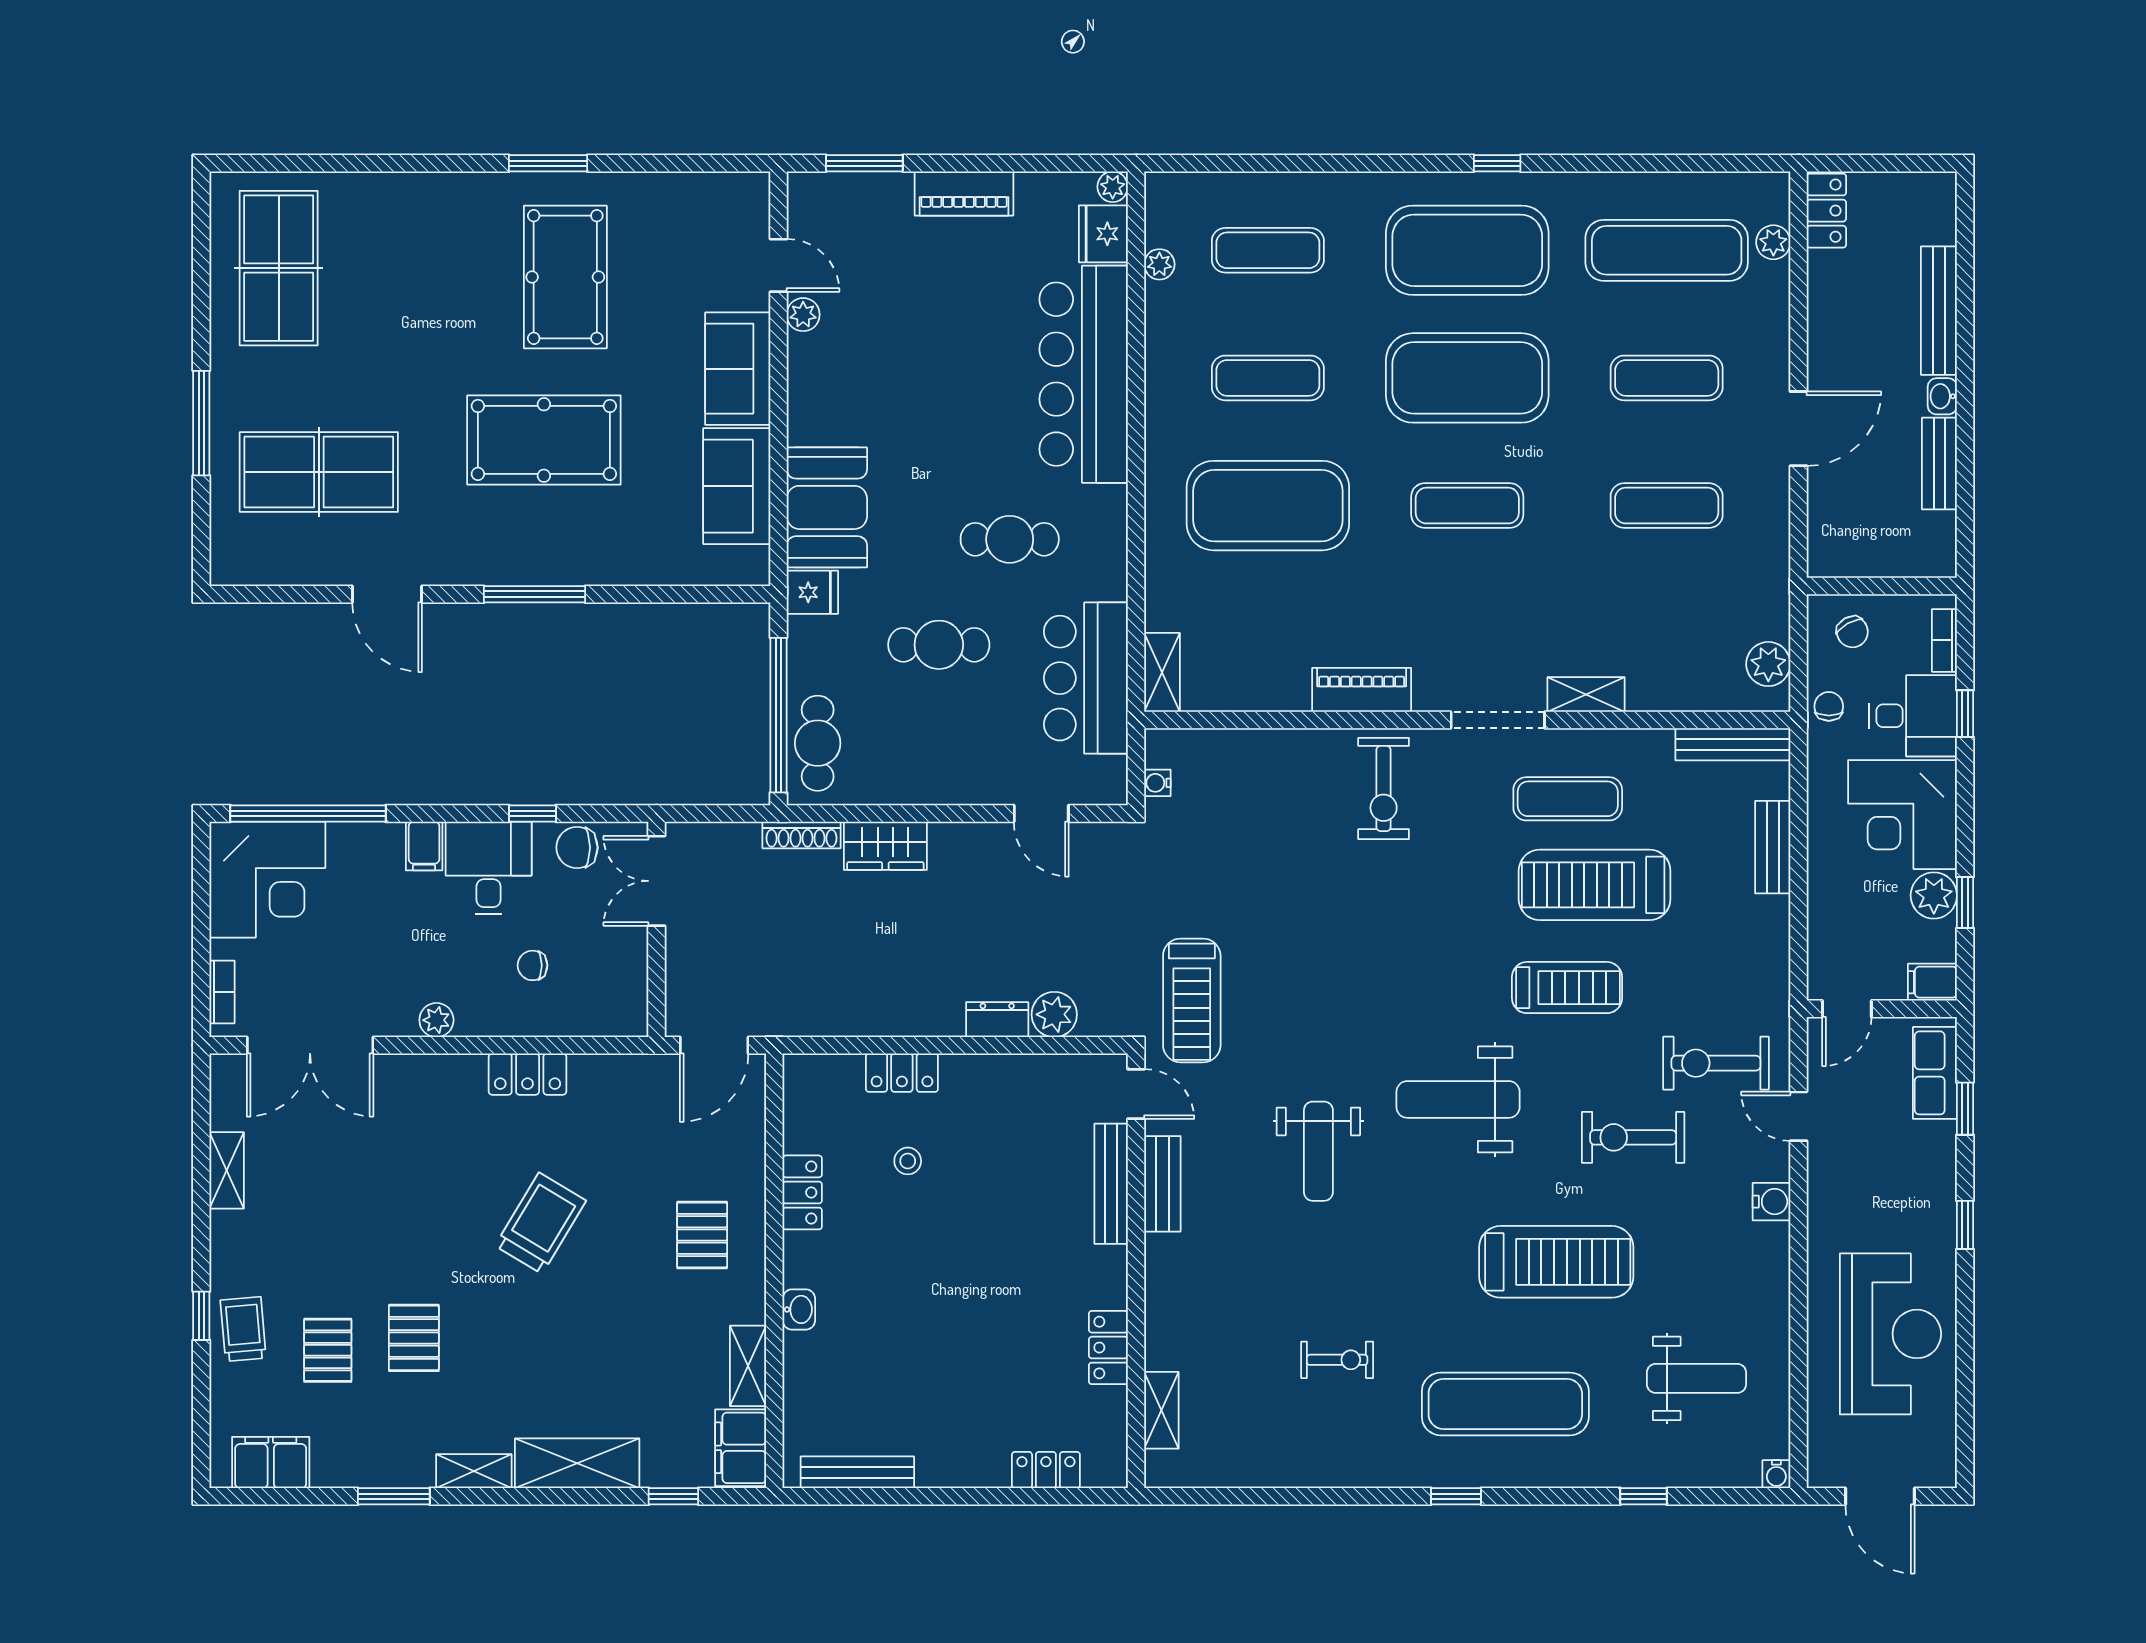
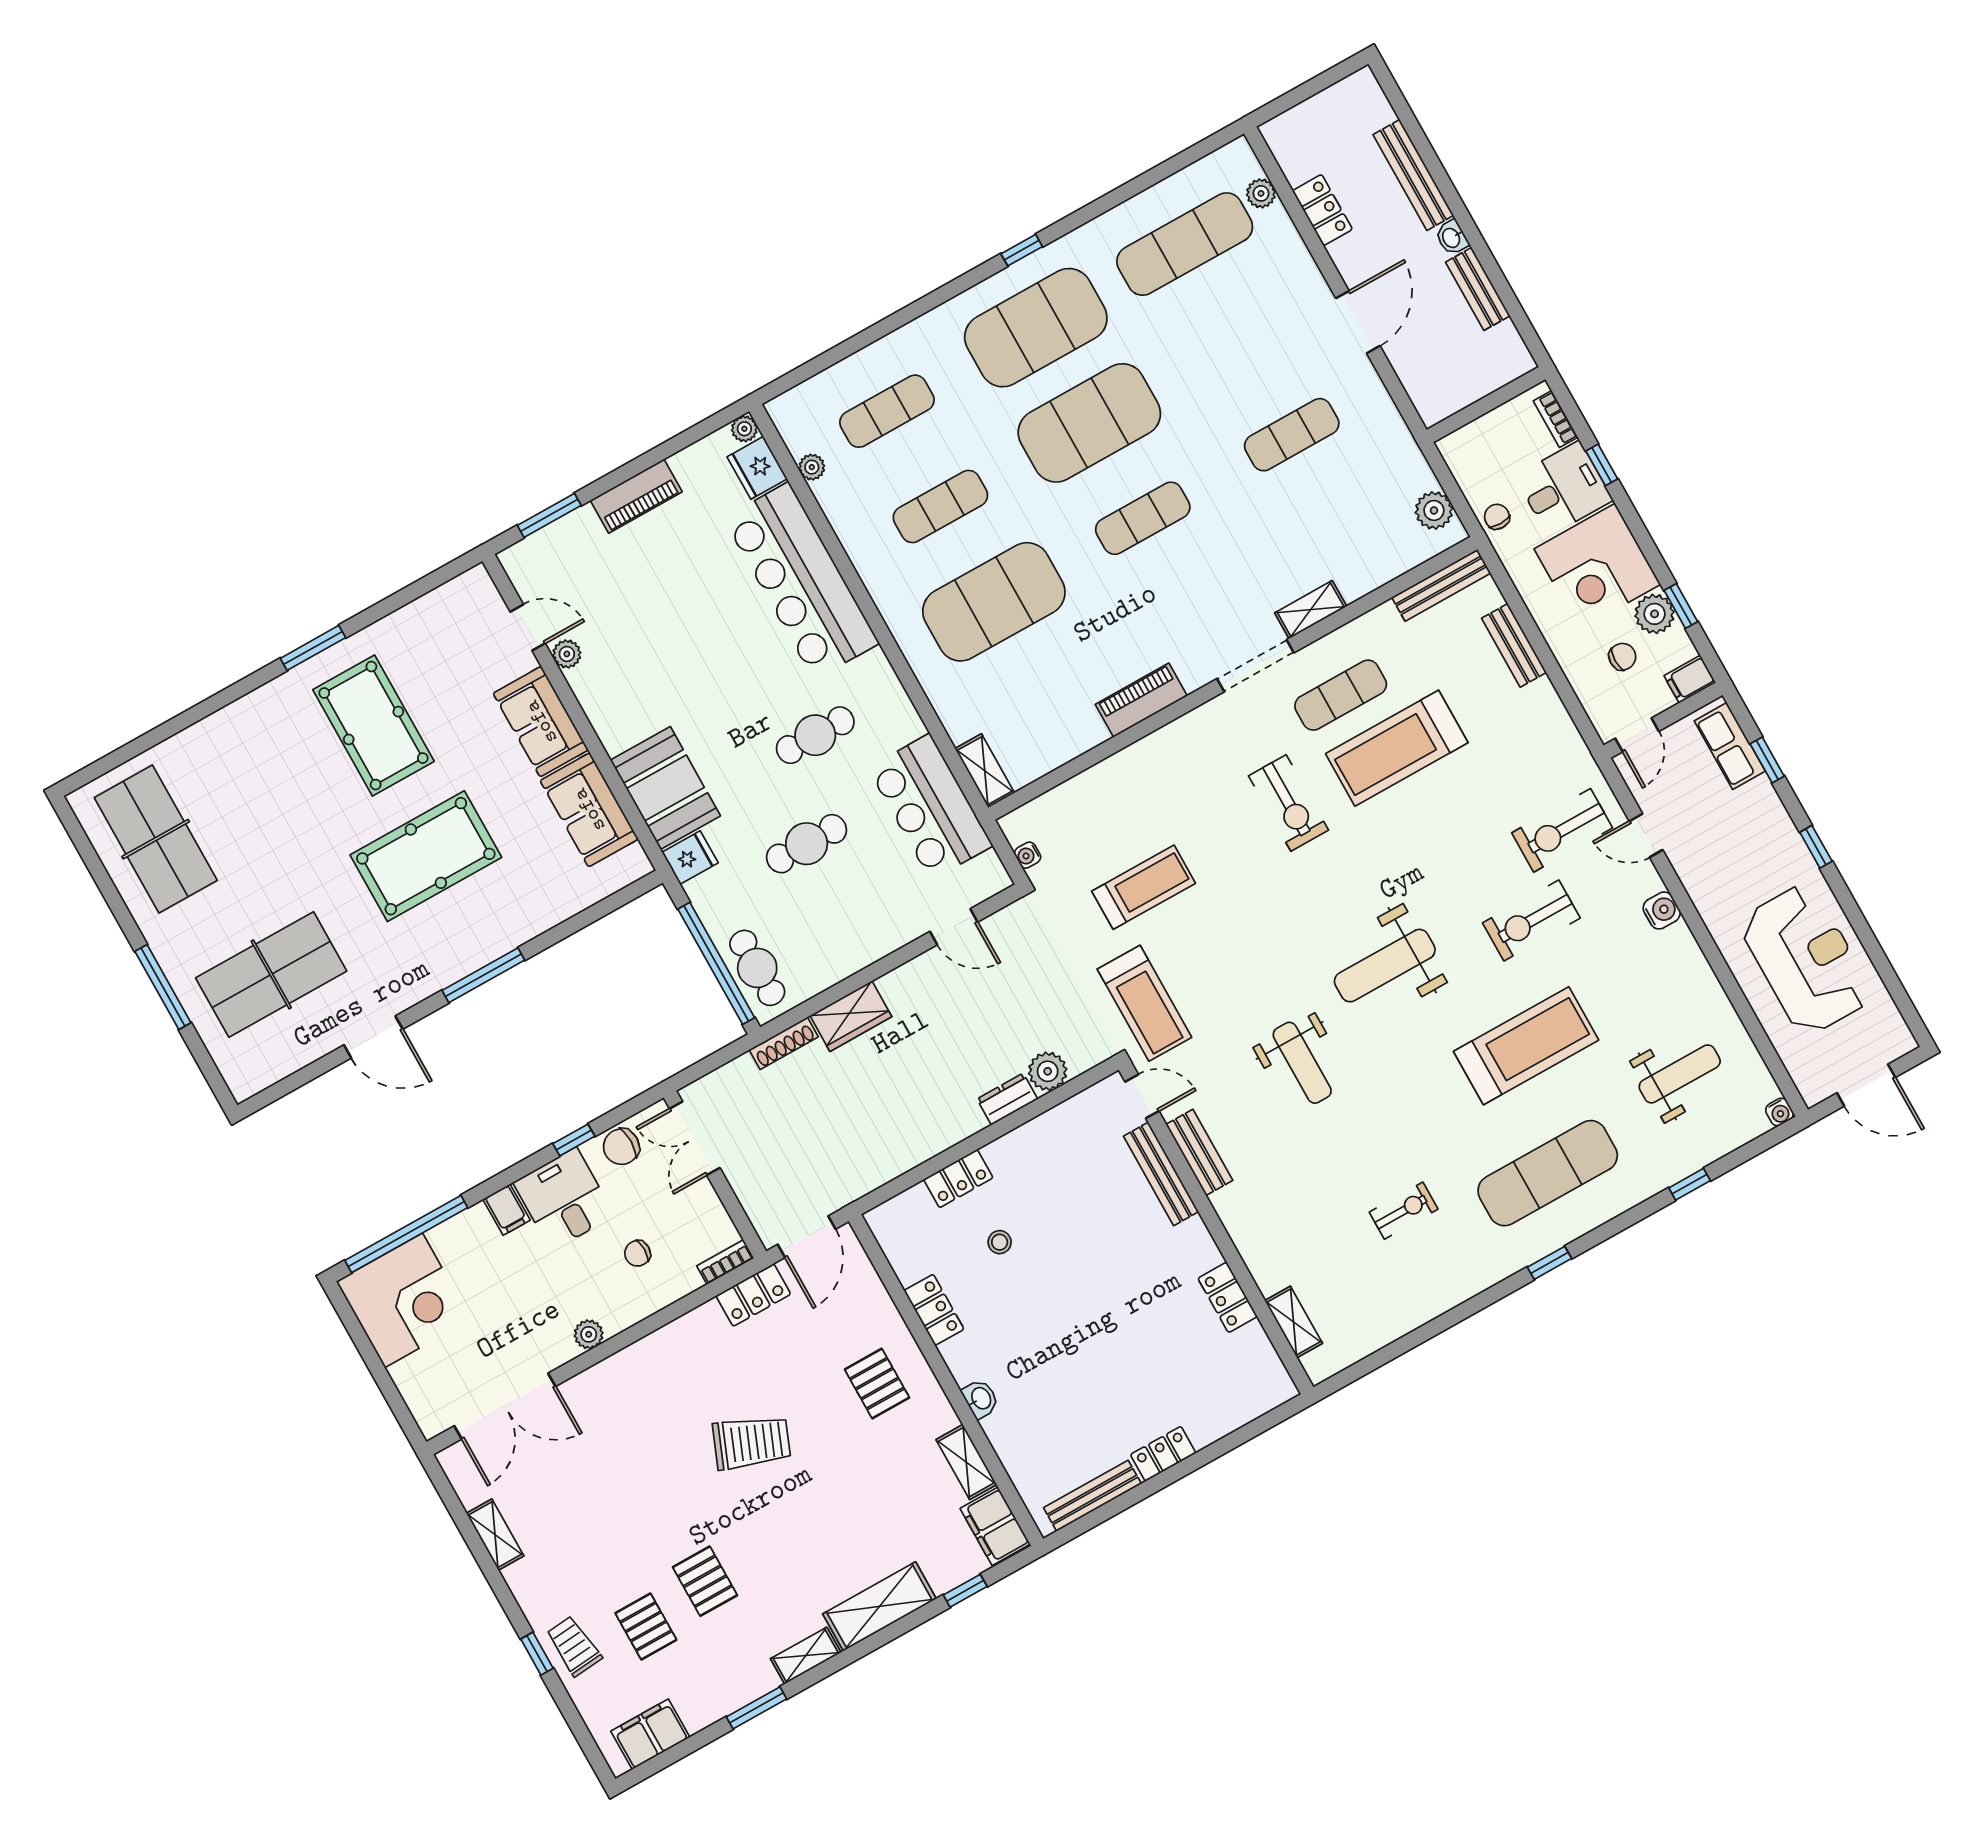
locker: (1826, 211) -> (1322, 210), moved
exercise mat: (1667, 378) -> (1238, 339), removed
chair: (1852, 632) -> (1622, 657), moved, turned -61
exercise bike: (1384, 788) -> (1289, 803), moved
treadmill: (1567, 988) -> (1144, 887), moved
bookcase: (222, 992) -> (725, 1262), moved, turned -90
locker: (528, 1074) -> (753, 1295), moved
trolley: (541, 1223) -> (752, 1442), turned 81
locker: (1046, 1470) -> (1163, 1454), moved

